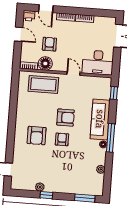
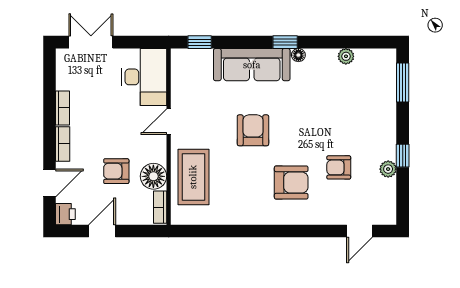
window: (111, 138) -> (285, 42), width x0.46
armchair: (62, 139) -> (339, 167), moved

